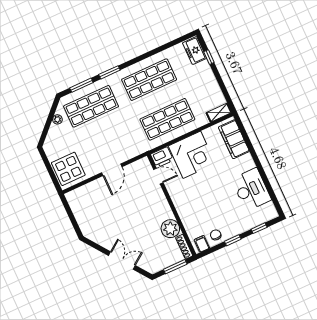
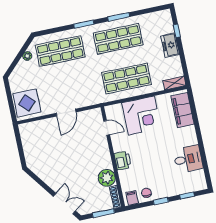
freezer: (195, 51) -> (170, 45), moved
window: (81, 85) -> (119, 17), moved
printer: (162, 157) -> (123, 160), moved, turned -90
desk: (251, 189) -> (188, 159), width x0.73
double door: (122, 260) -> (64, 204), moved

